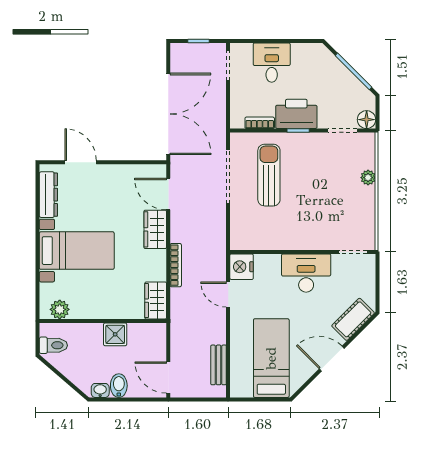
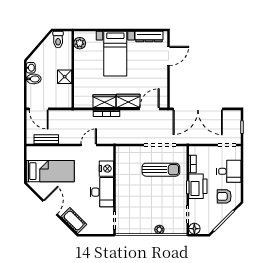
armchair: (313, 70) -> (224, 196), added
nightstand: (242, 267) -> (106, 169), moved, turned 90
wardrobe: (156, 301) -> (104, 101), moved
door: (168, 378) -> (39, 109), swing flipped

